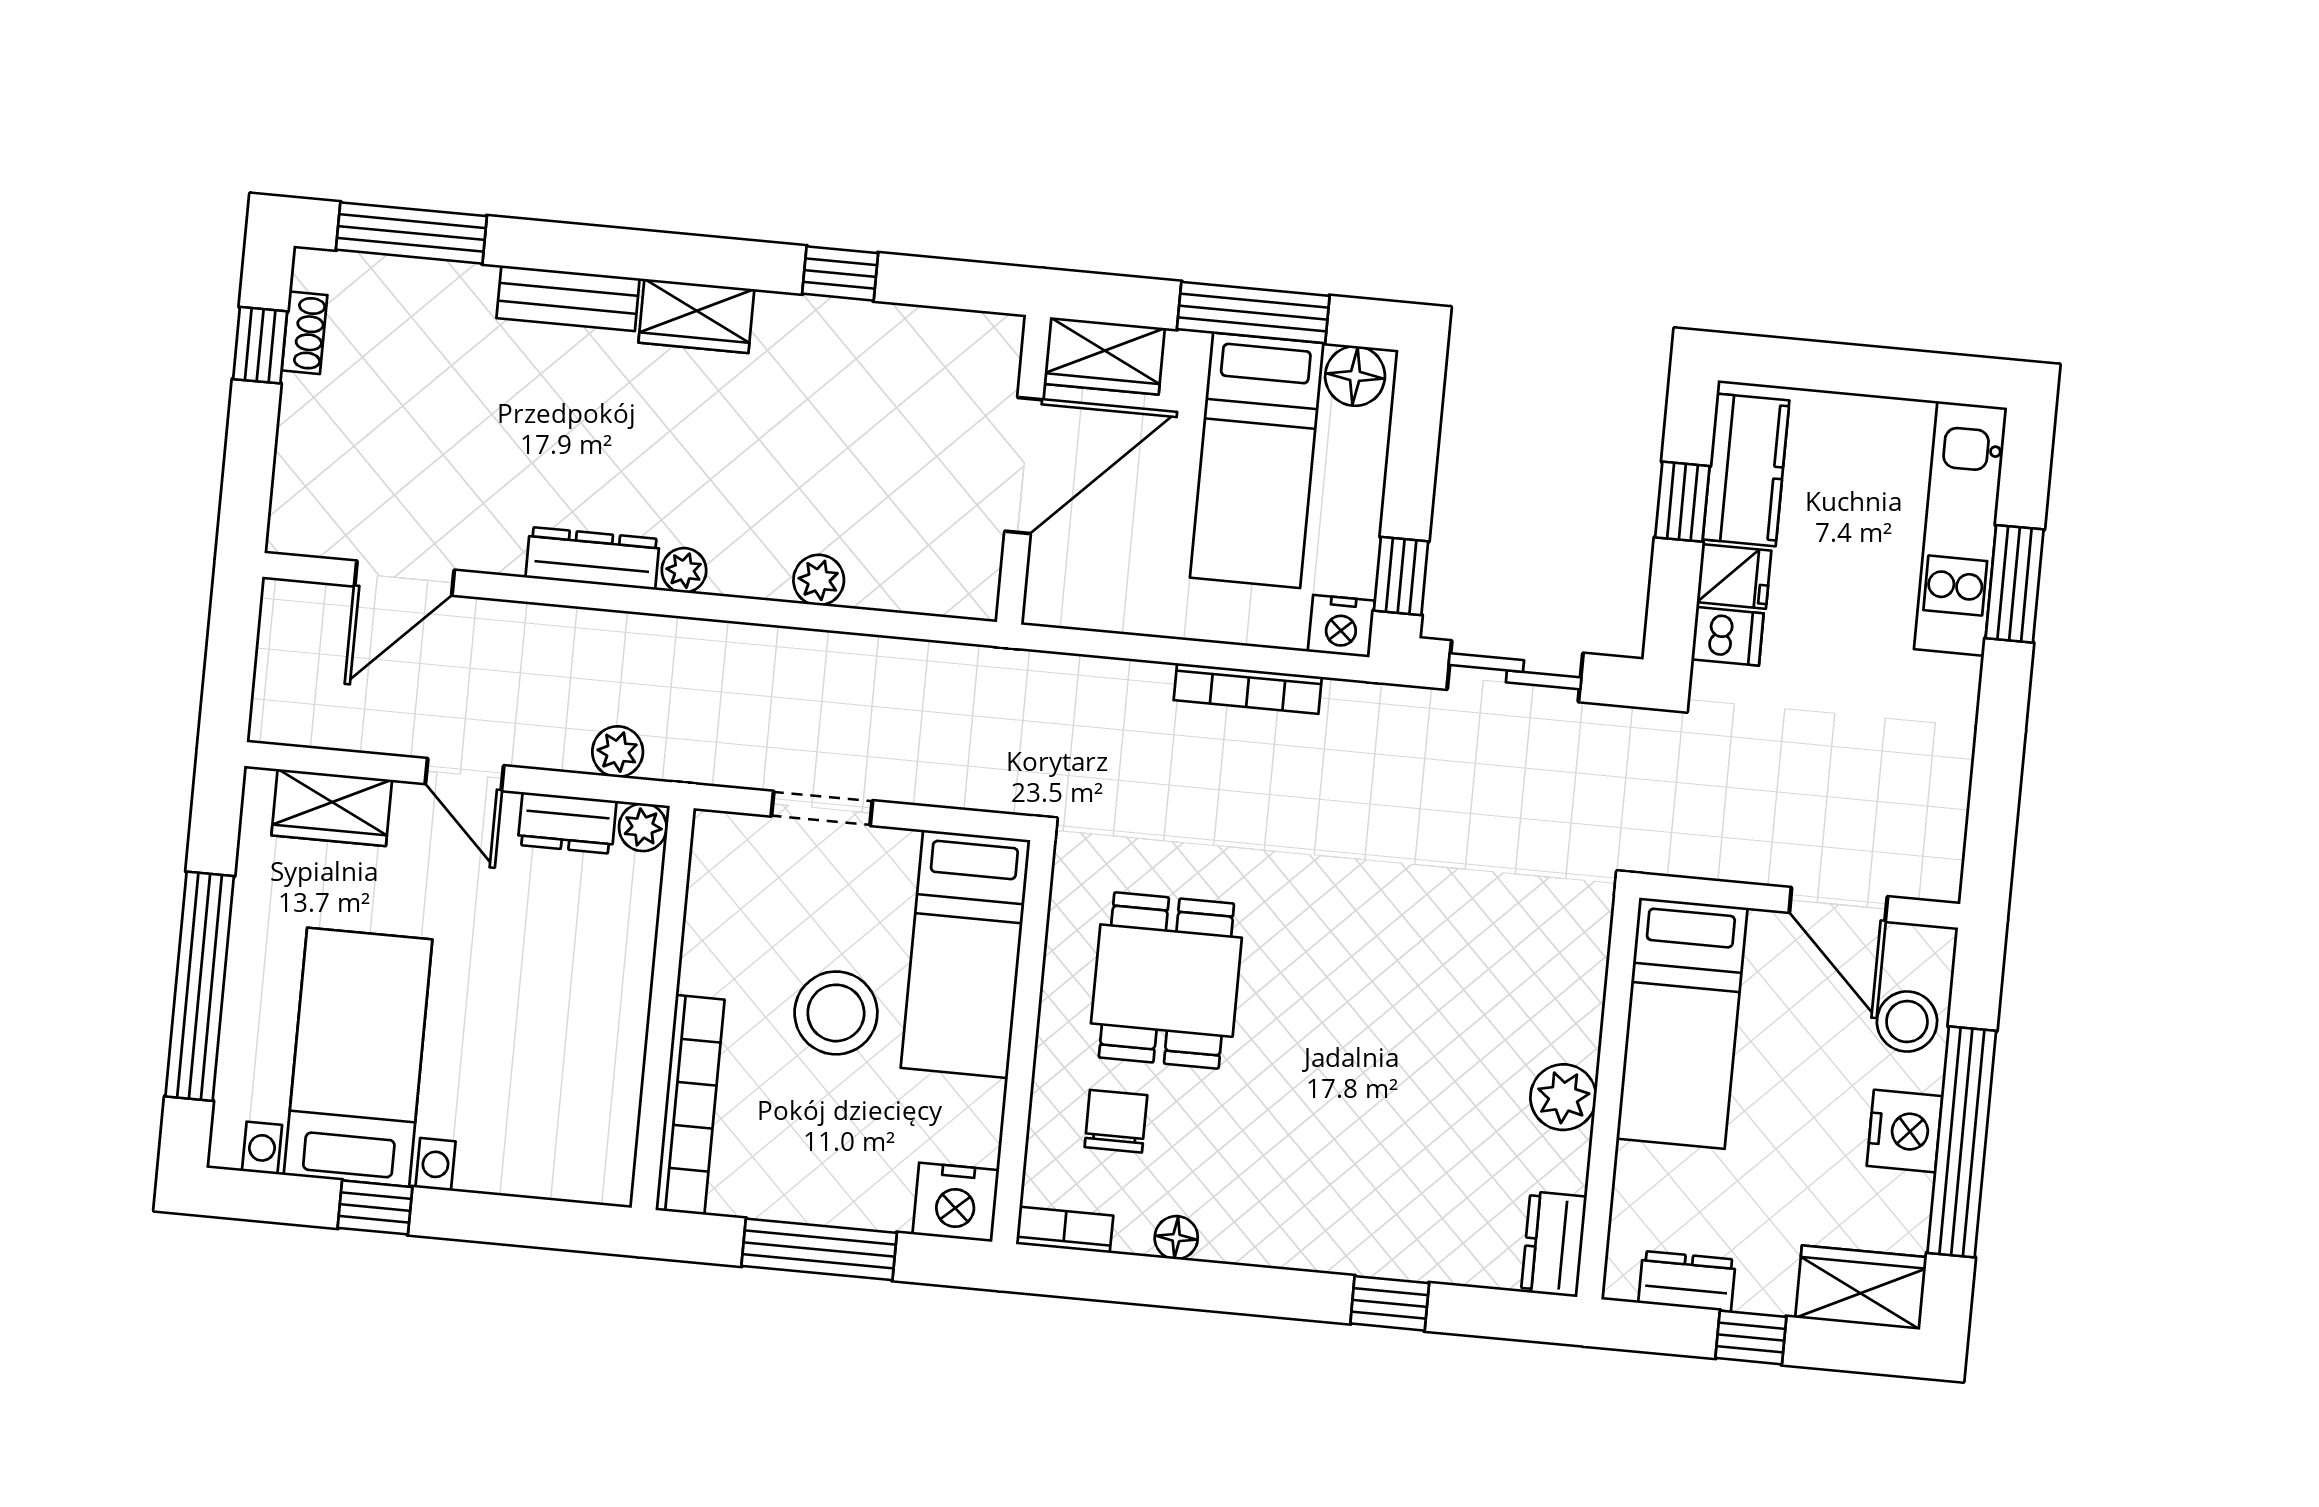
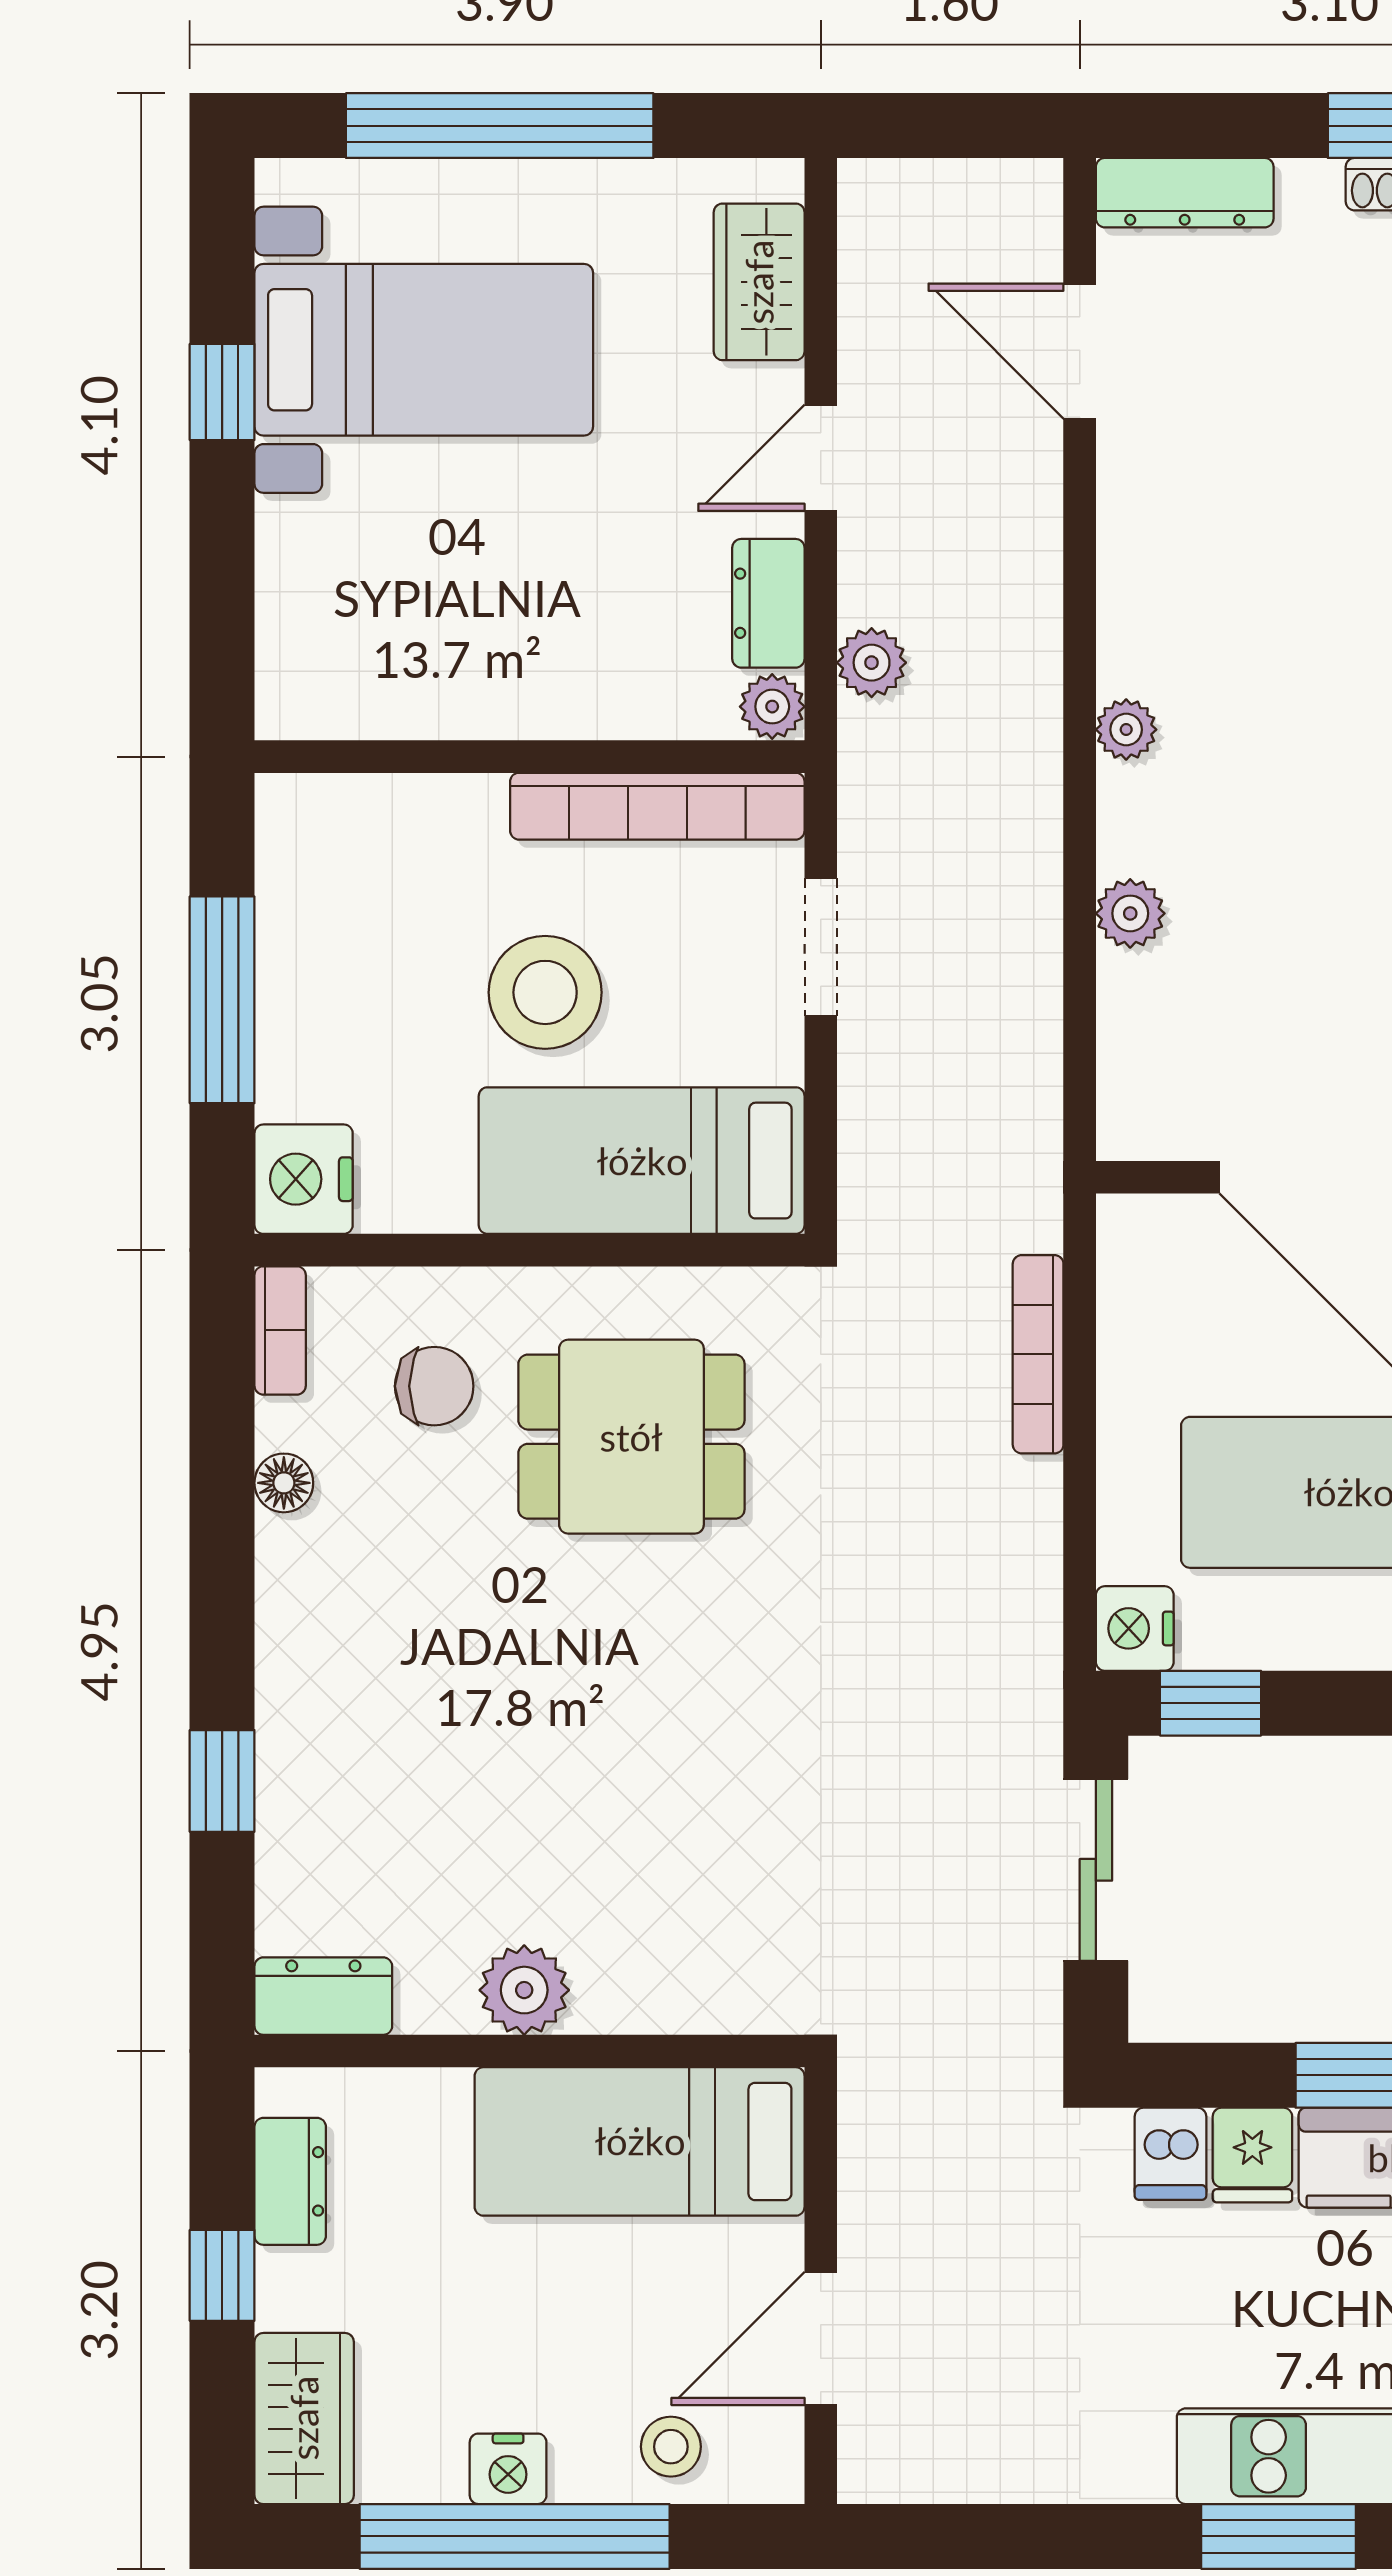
dresser: (593, 558) -> (1185, 193), moved, turned 90
bookcase: (1248, 689) -> (1038, 1354), moved
stool: (1907, 1021) -> (671, 2447), width x0.73, depth x0.73
bookcase: (690, 1105) -> (657, 806), moved
nightstand: (1904, 1131) -> (508, 2469), width x0.74, depth x0.75

